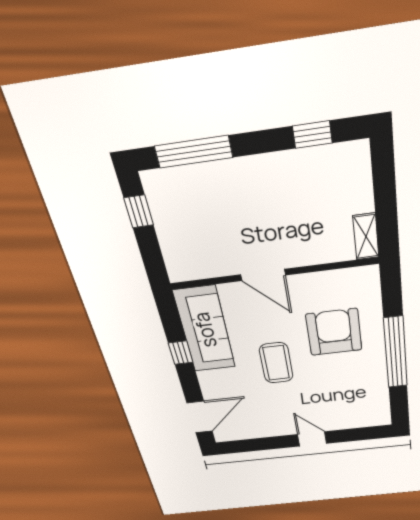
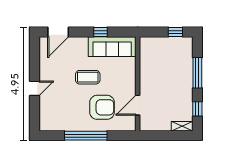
window: (194, 152) -> (197, 73), moved
shelving: (366, 237) -> (182, 126), moved
door: (263, 275) -> (138, 105), moved
door: (200, 417) -> (58, 32), hinge flipped

